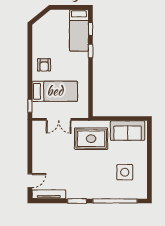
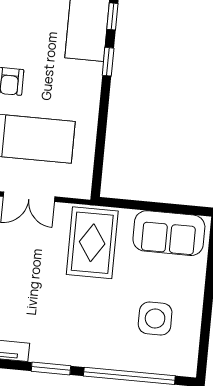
rug: (91, 139) -> (92, 243), turned 90

